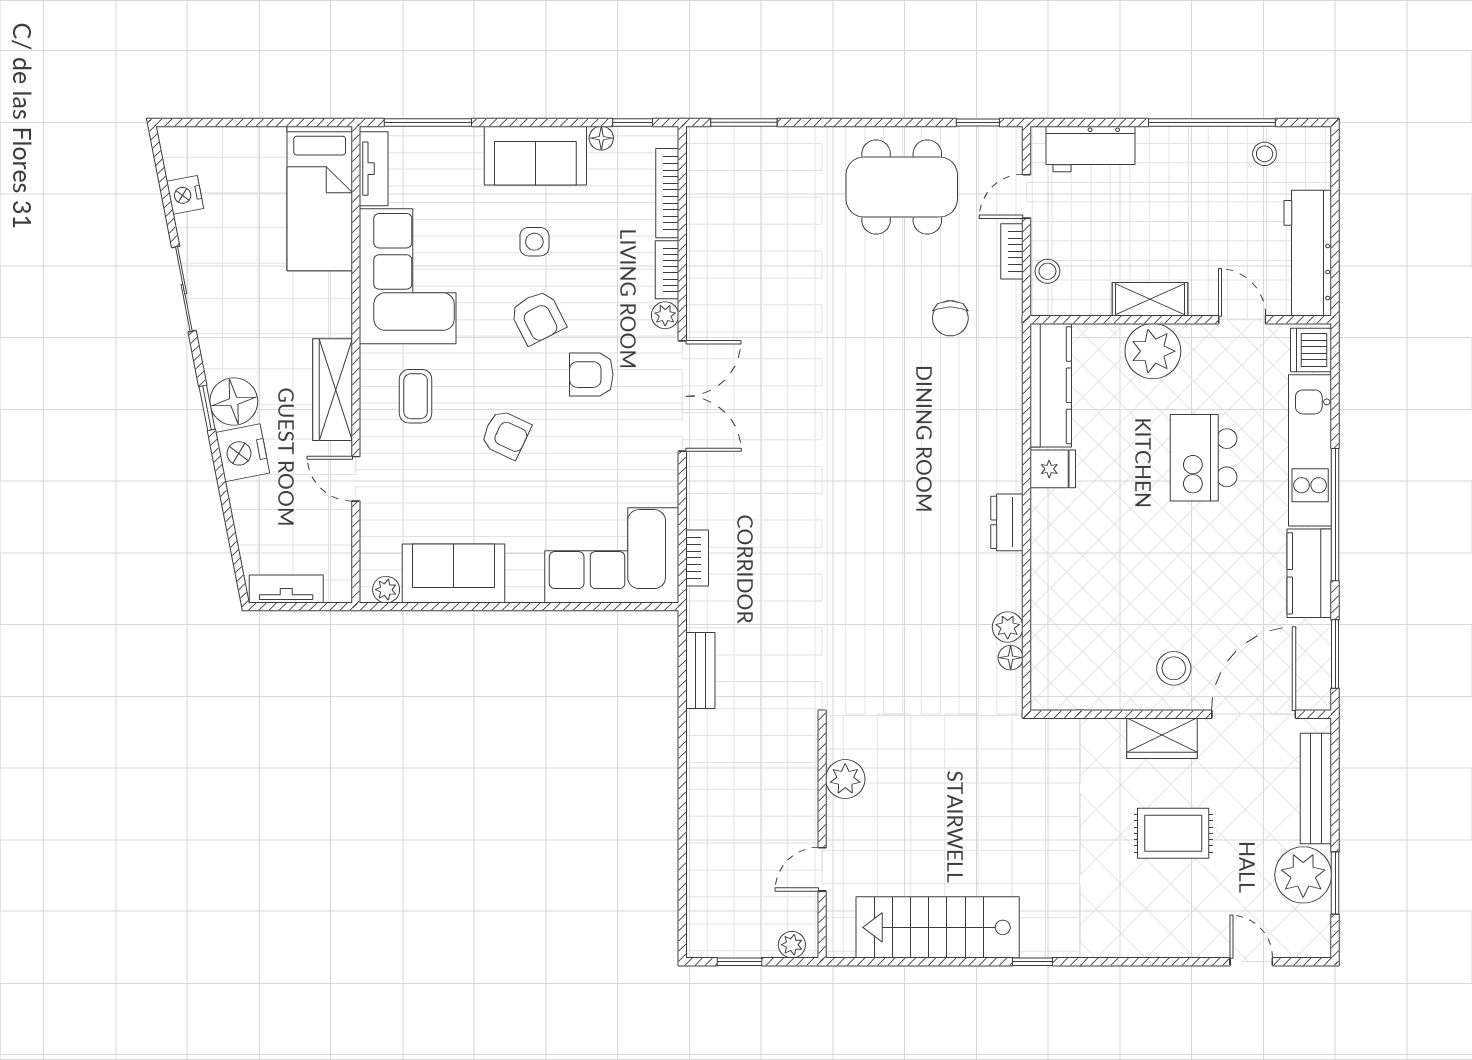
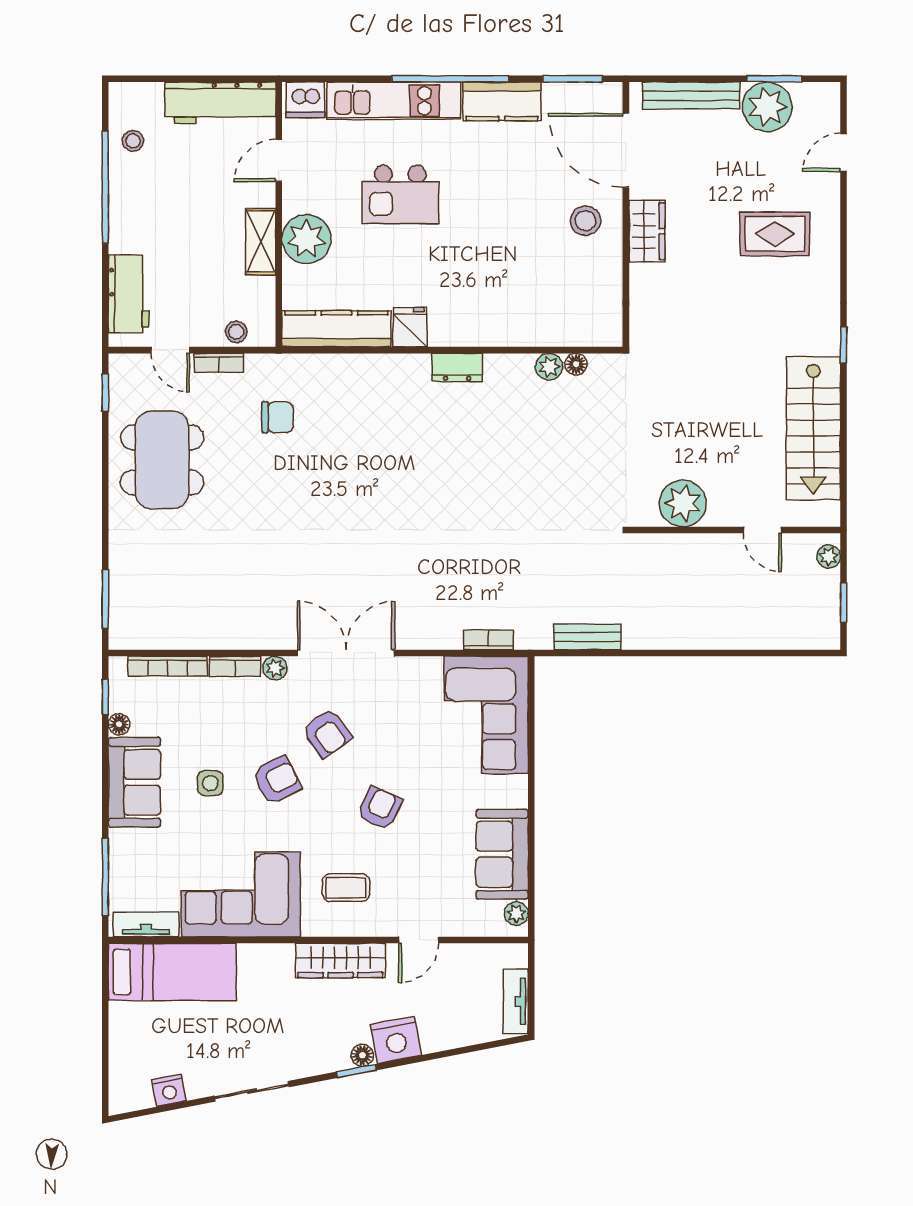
armchair: (591, 375) -> (327, 733), turned -36
floor lamp: (234, 401) -> (362, 1055), width x0.53, depth x0.53
plant: (845, 779) -> (683, 503), width x1.36, depth x1.36
rug: (1173, 833) -> (775, 234), moved, turned 90

